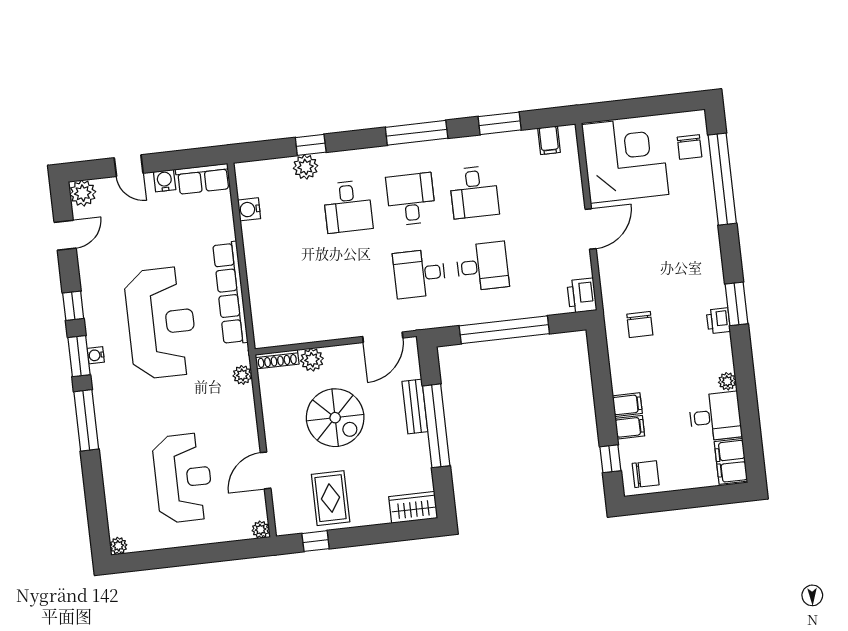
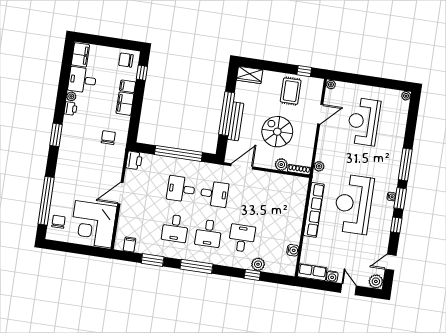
desk: (474, 192) -> (175, 228), turned 180
printer: (718, 321) -> (71, 109), moved
filing cabinet: (627, 405) -> (125, 104), width x2.00
bench: (415, 407) -> (236, 121), width x1.36

